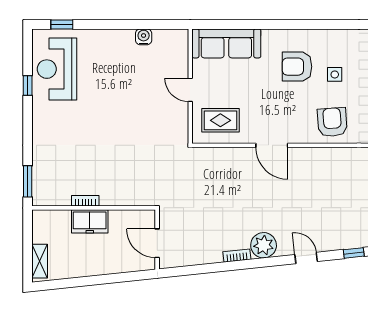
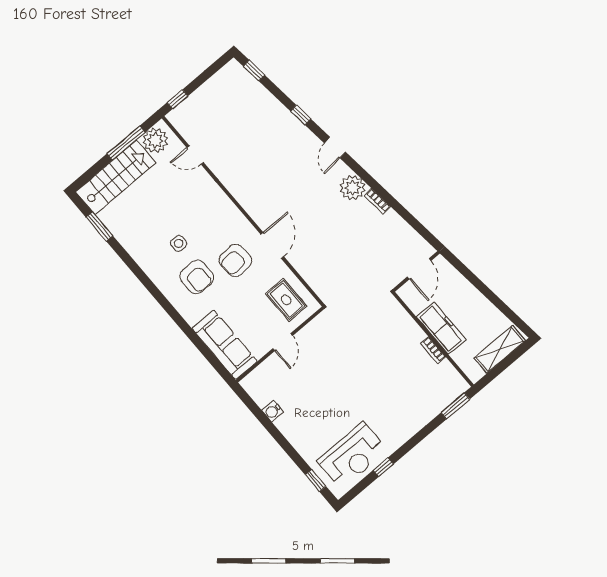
armchair: (332, 122) -> (235, 260), moved
freezer: (90, 221) -> (441, 328), width x1.40
shelving: (40, 261) -> (500, 349), width x1.50, depth x1.33

